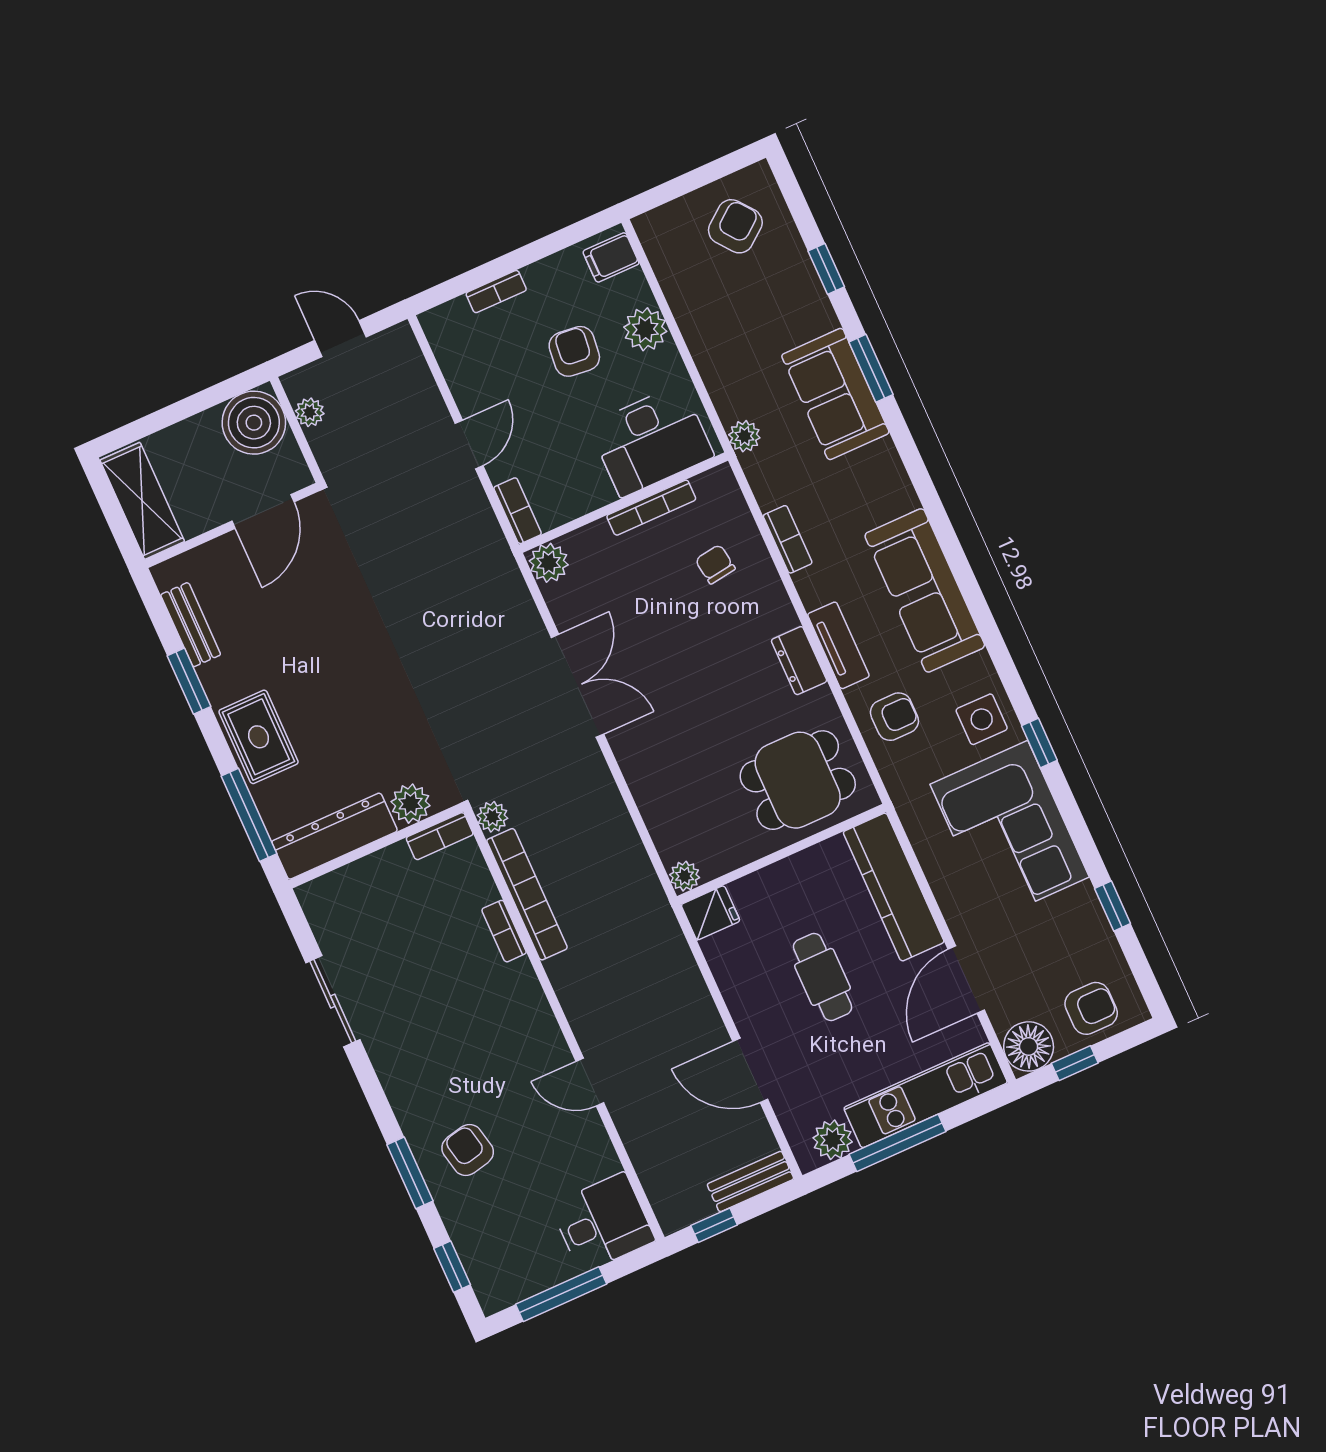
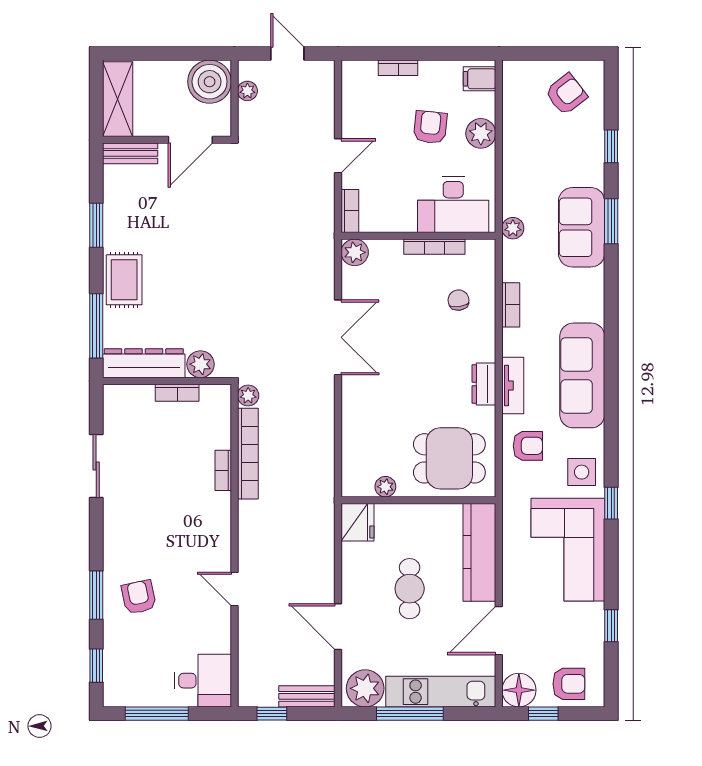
bench: (191, 625) -> (130, 153), moved, turned 90
bookcase: (440, 836) -> (177, 393), moved
plant: (685, 876) -> (385, 487), moved
fridge: (711, 913) -> (358, 522), width x1.38
plant: (833, 1140) -> (365, 688), width x1.36, depth x1.36

